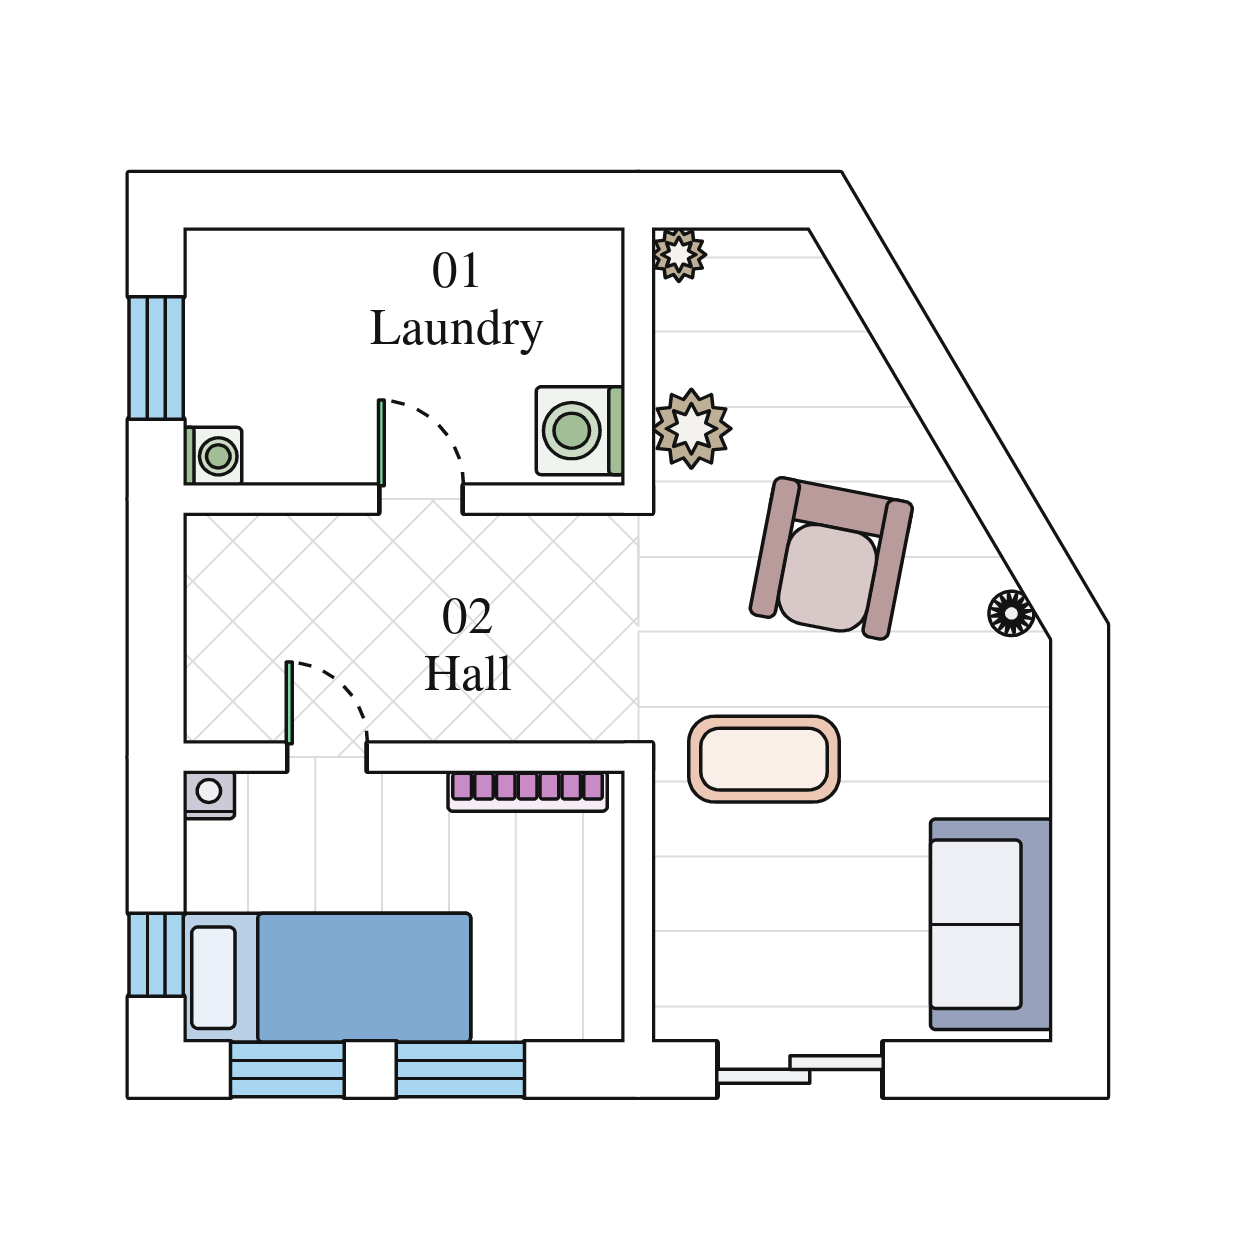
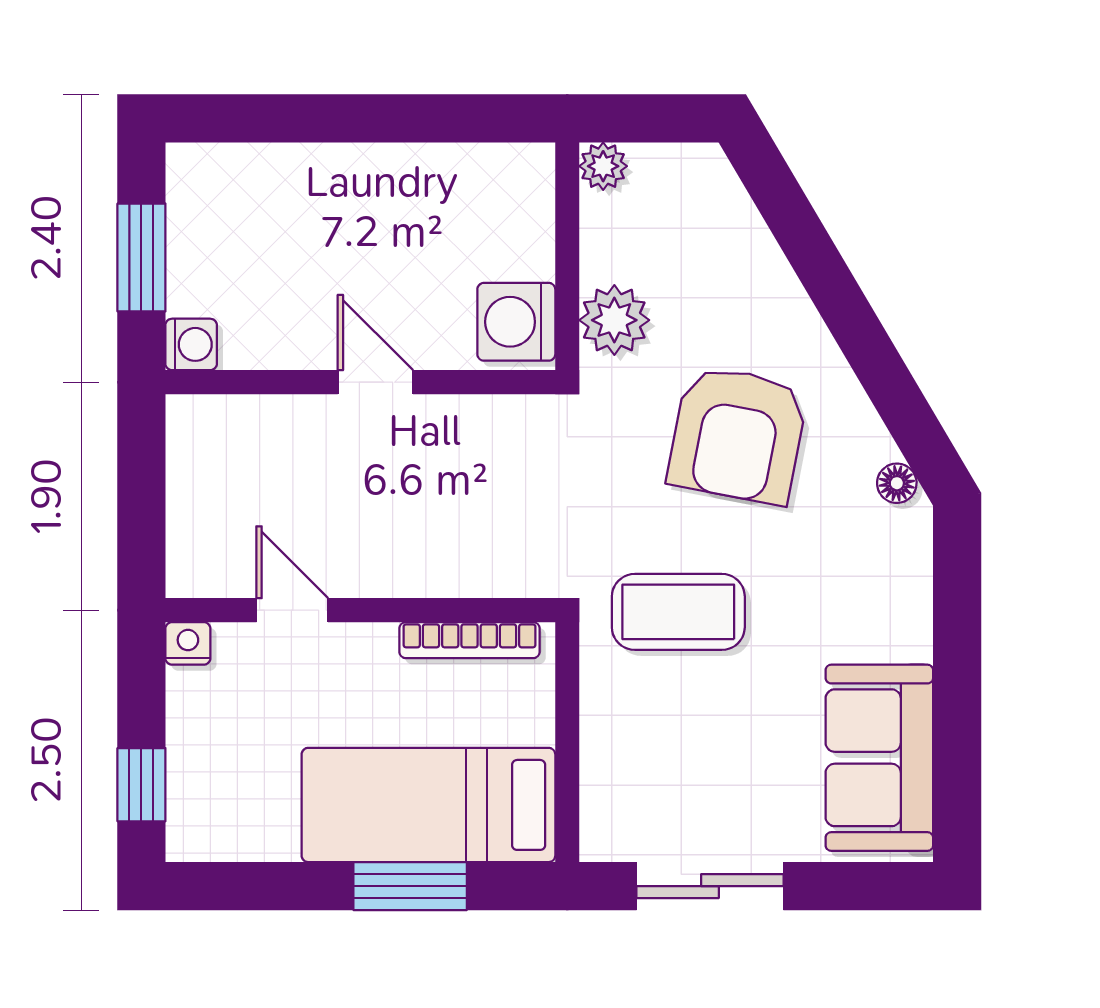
bed: (327, 978) -> (428, 805), moved, turned 180
window: (287, 1069) -> (257, 886), removed

